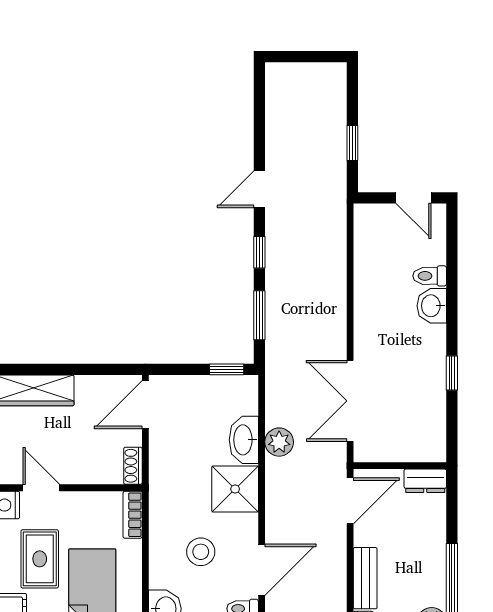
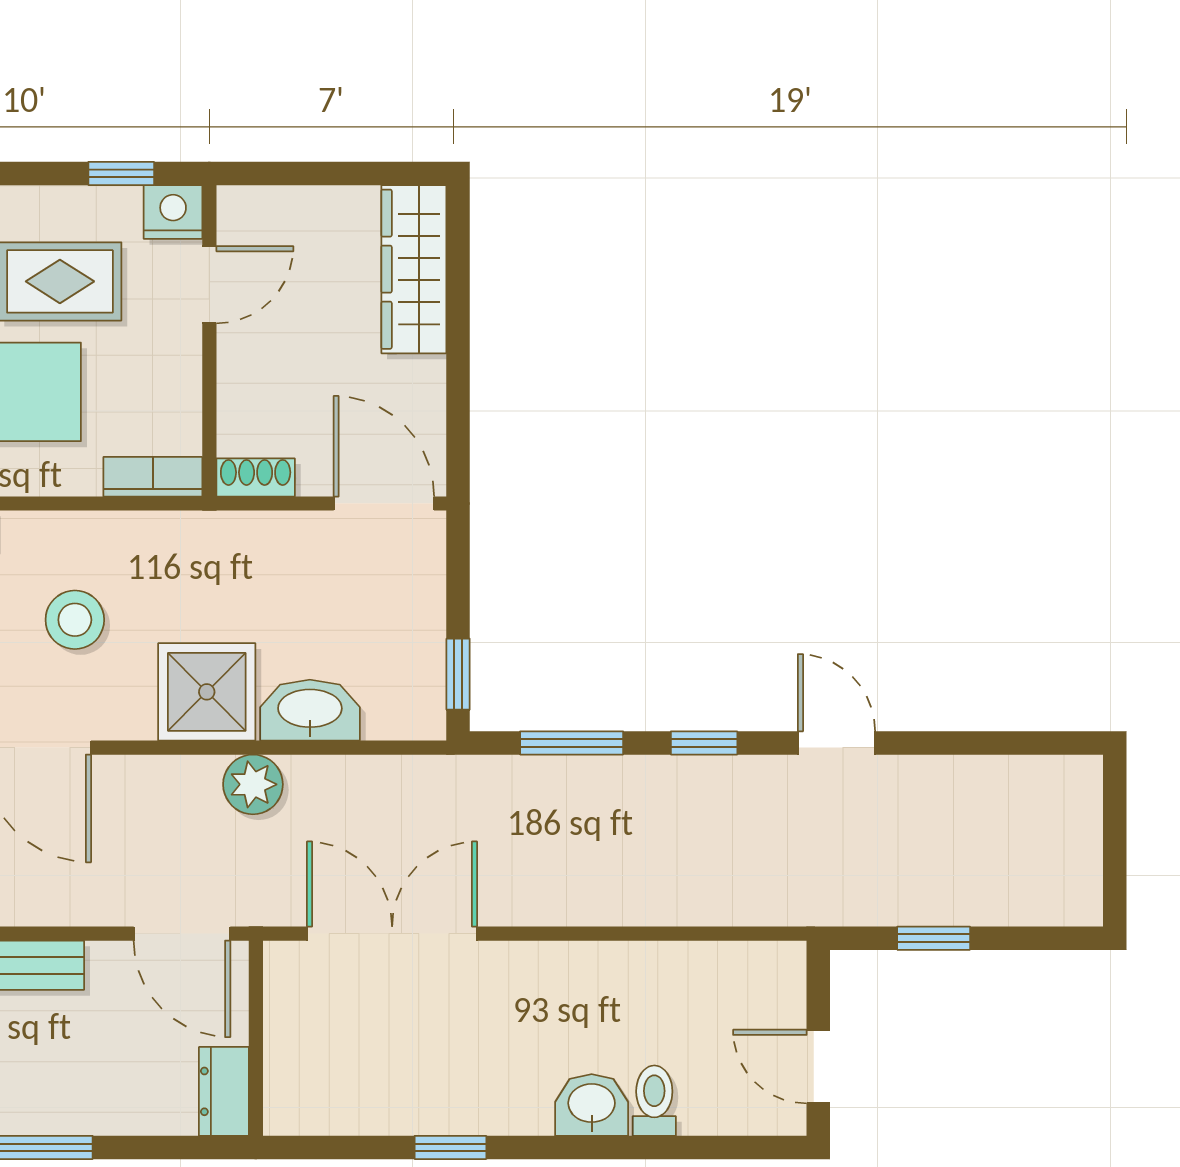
door: (413, 198) -> (818, 1067), hinge flipped
plant: (279, 442) -> (253, 784), moved

